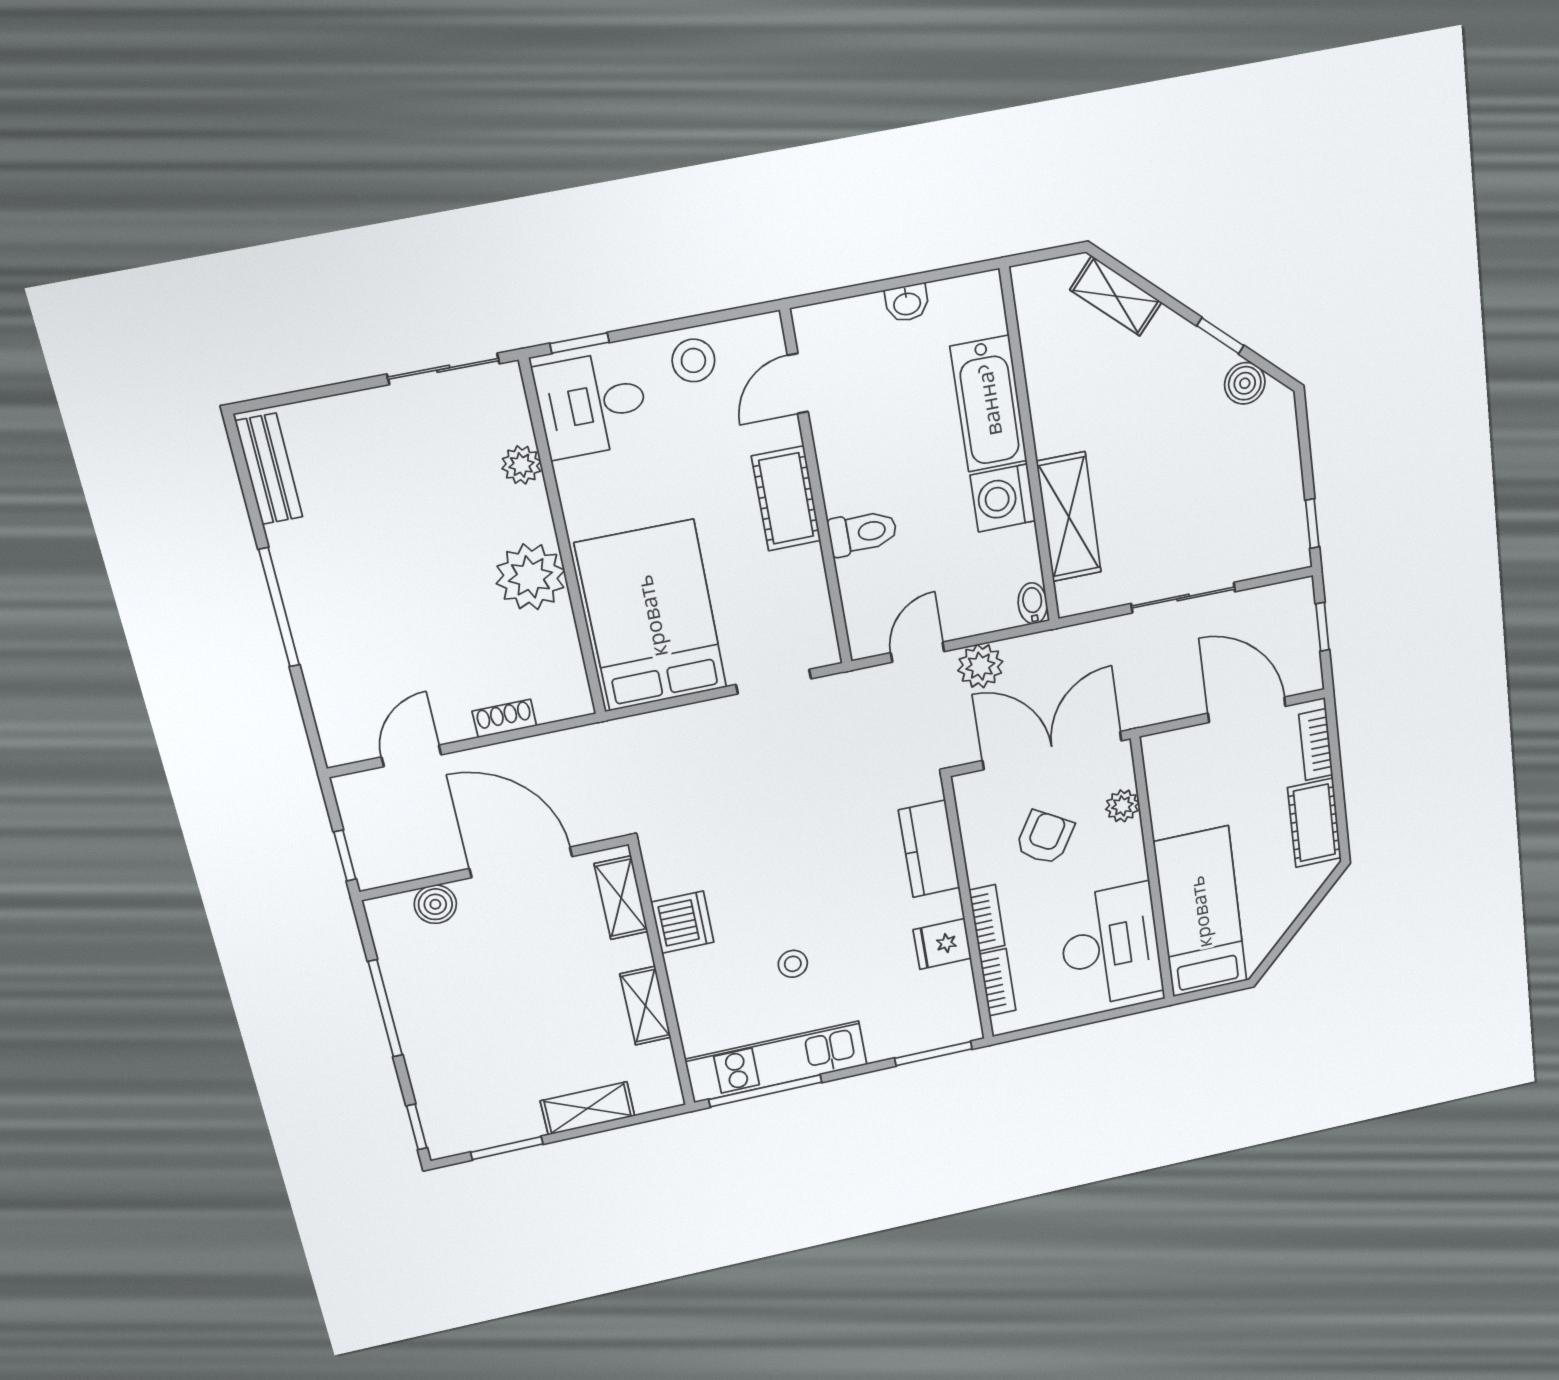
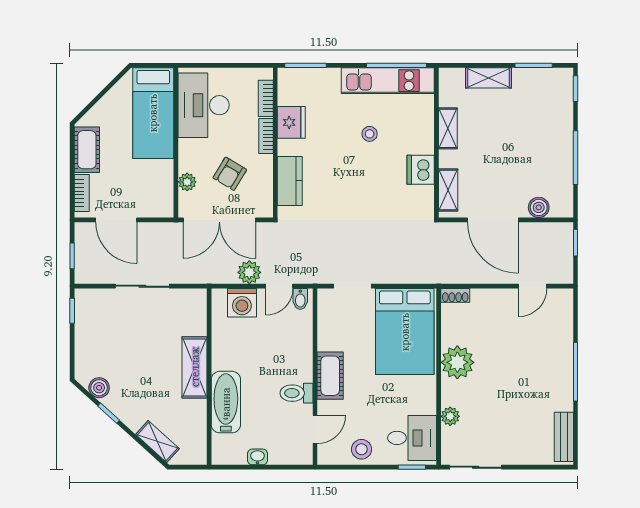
washing machine: (1003, 498) -> (242, 303), moved, turned 90
shelving: (1069, 517) -> (195, 367), moved
toilet: (863, 533) -> (296, 393), moved
bidet: (1033, 603) -> (300, 299), moved
shoe rack: (504, 718) -> (455, 295), moved
fridge: (942, 944) -> (291, 122), width x1.38

